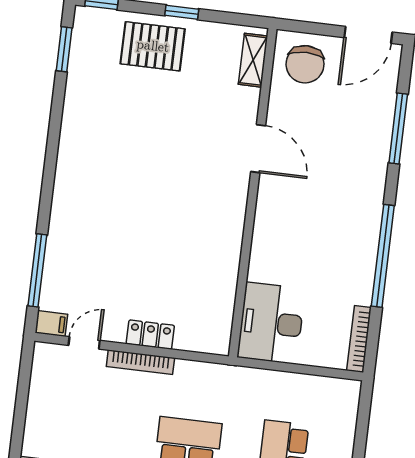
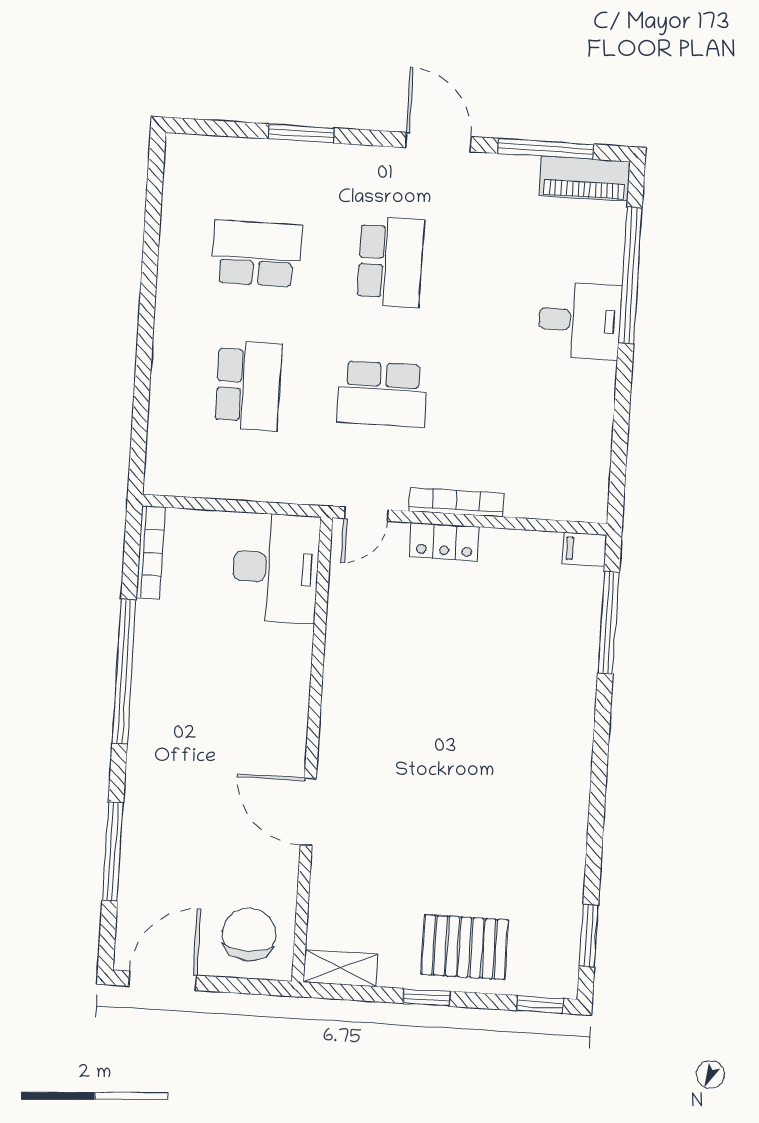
shelving: (253, 60) -> (340, 968), moved, turned 90
door: (84, 343) -> (366, 514), moved

